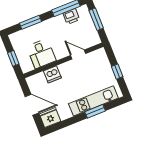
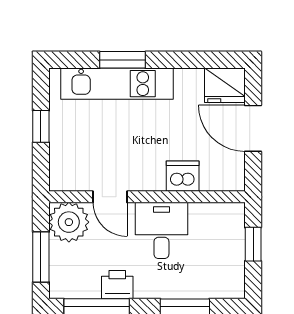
printer: (71, 16) -> (117, 285), moved
plant: (91, 38) -> (69, 222), added
desk: (41, 54) -> (161, 230), moved

